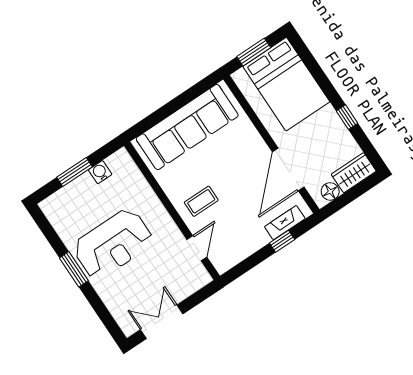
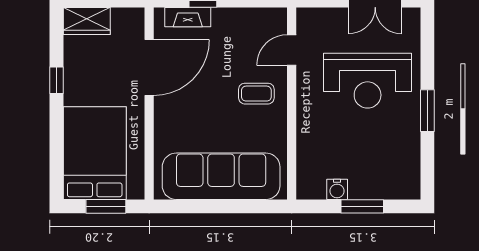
floor lamp: (330, 191) -> (122, 18), removed
reception desk: (113, 244) -> (368, 81), moved, turned 180

